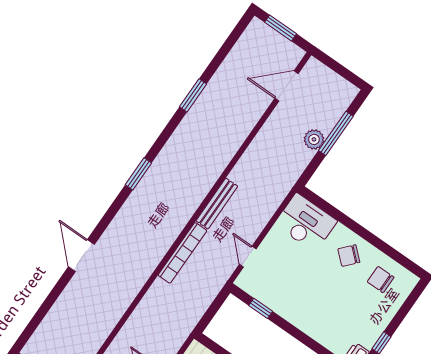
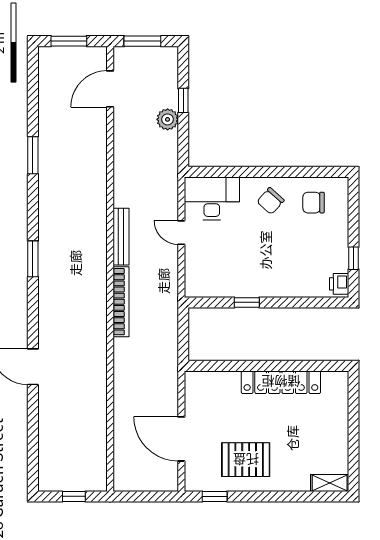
window: (336, 67) -> (142, 41), added
window: (336, 133) -> (183, 100), width x0.46
door: (248, 257) -> (181, 233), moved
window: (261, 308) -> (247, 302), moved

